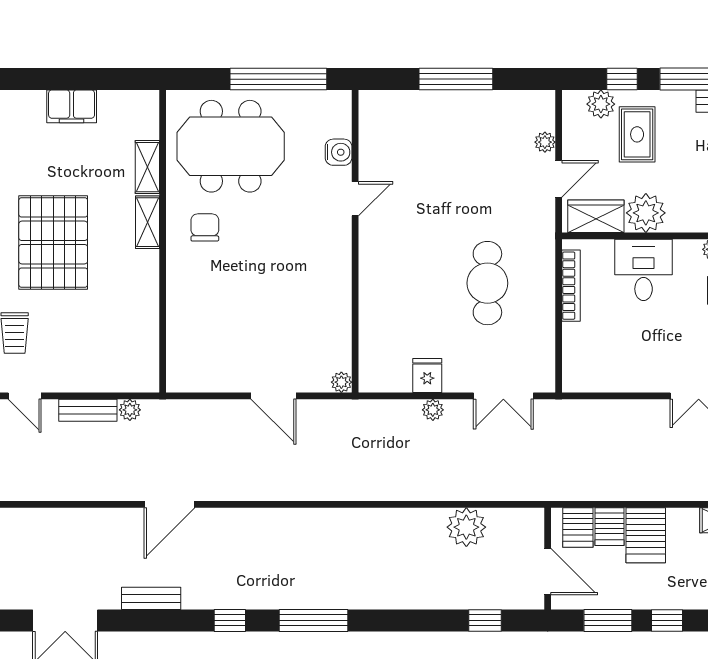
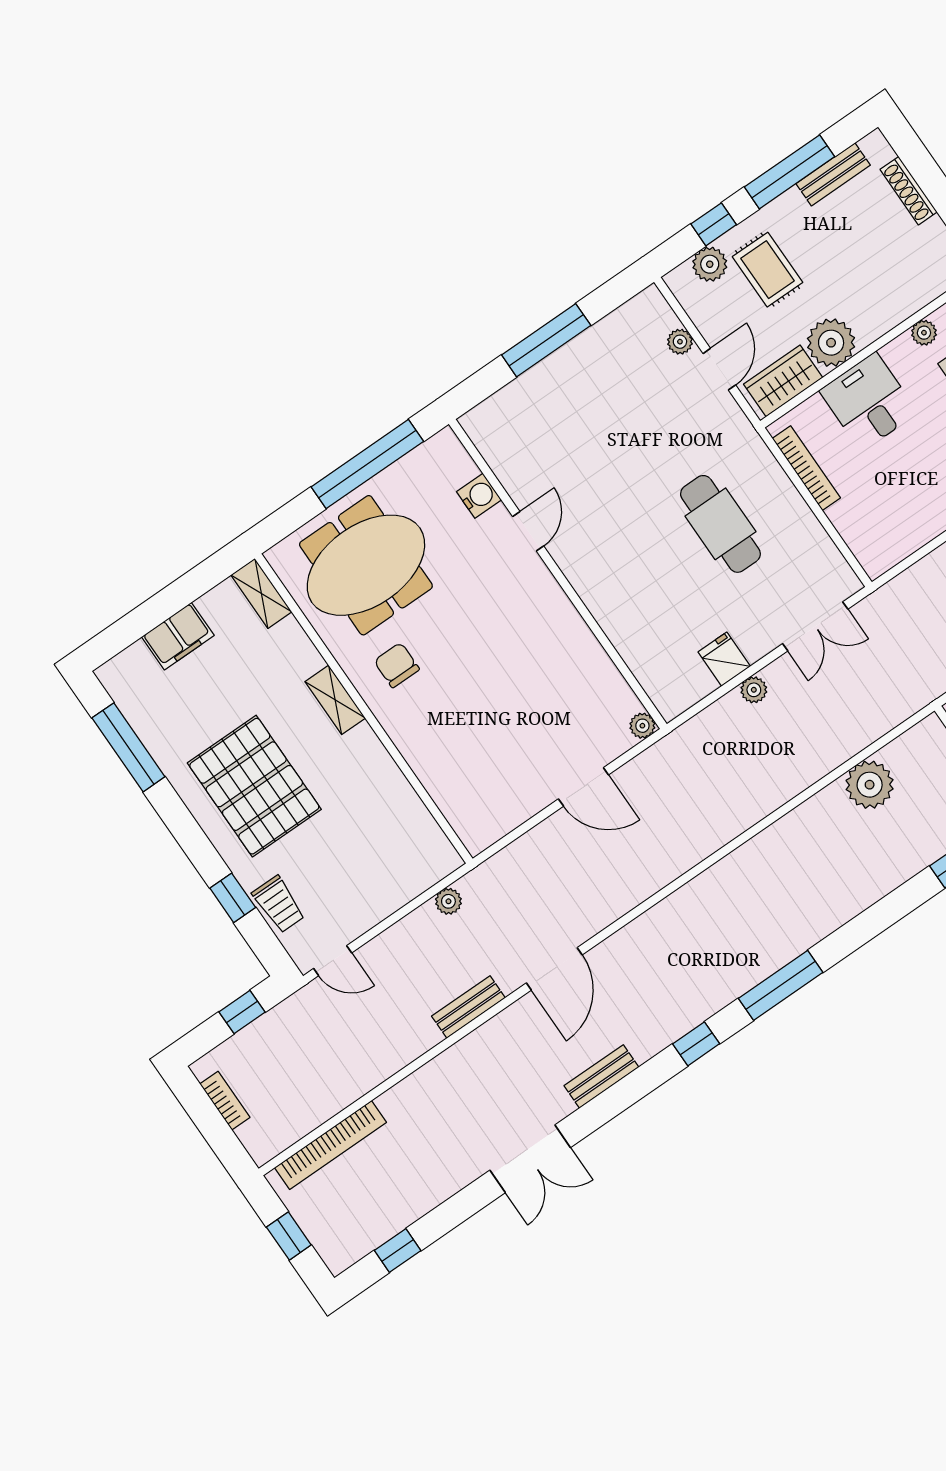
shelving: (147, 167) -> (261, 593), moved
bench: (88, 410) -> (468, 1007), moved

